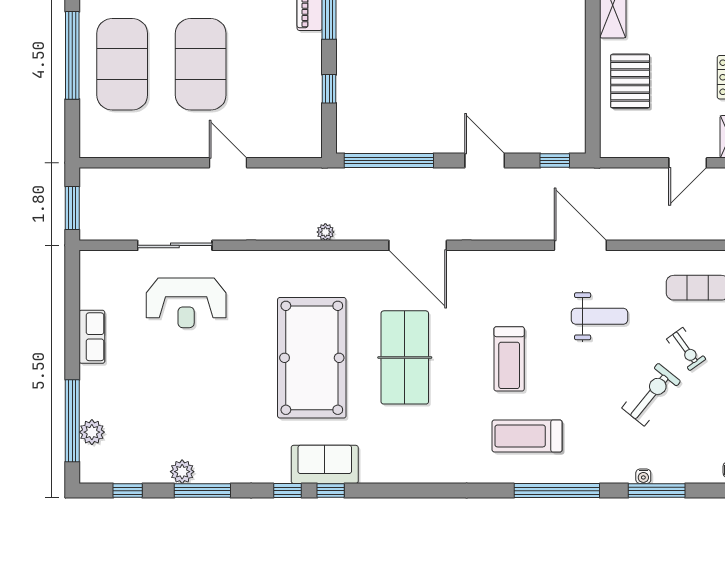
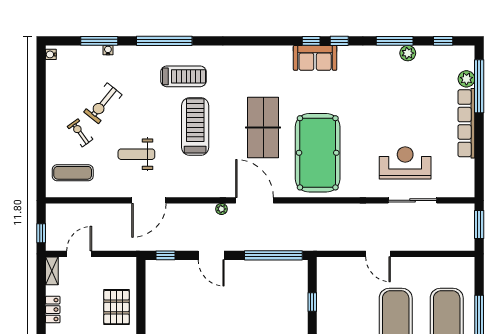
plant: (325, 232) -> (221, 209), moved
door: (580, 245) -> (149, 200), hinge flipped
row of seats: (92, 337) -> (466, 123), width x2.02
pool table: (312, 358) -> (318, 153), moved
treadmill: (509, 359) -> (195, 126), width x1.37, depth x1.38

